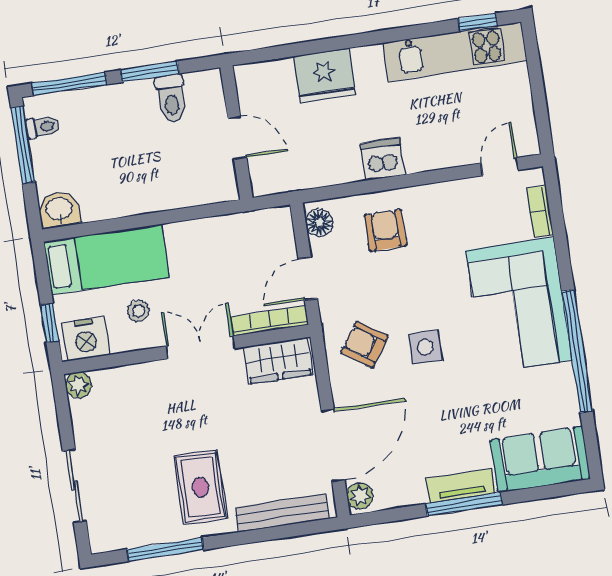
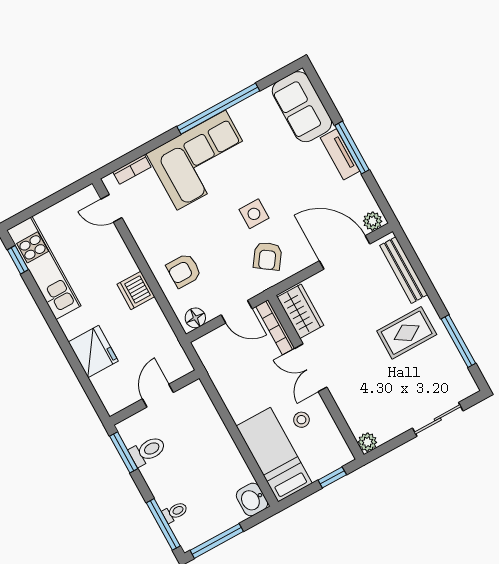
window: (150, 72) -> (124, 452), moved
toilet: (43, 127) -> (175, 512), moved, turned 90
nightstand: (86, 339) -> (334, 449), removed

